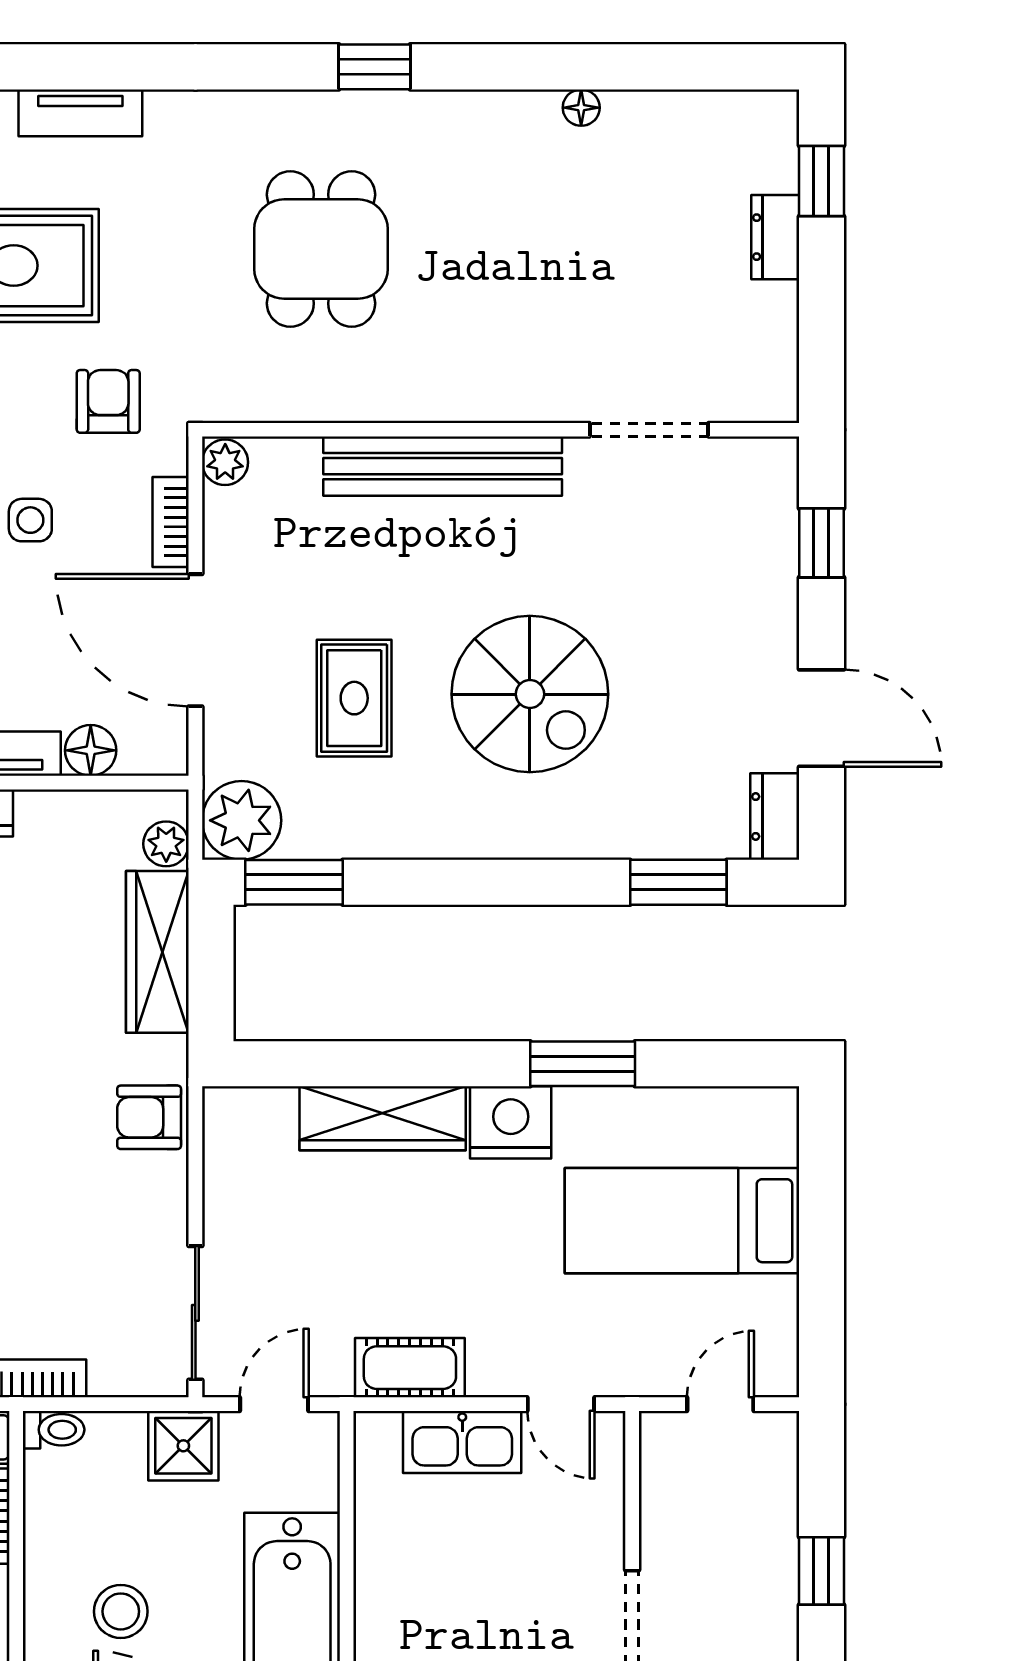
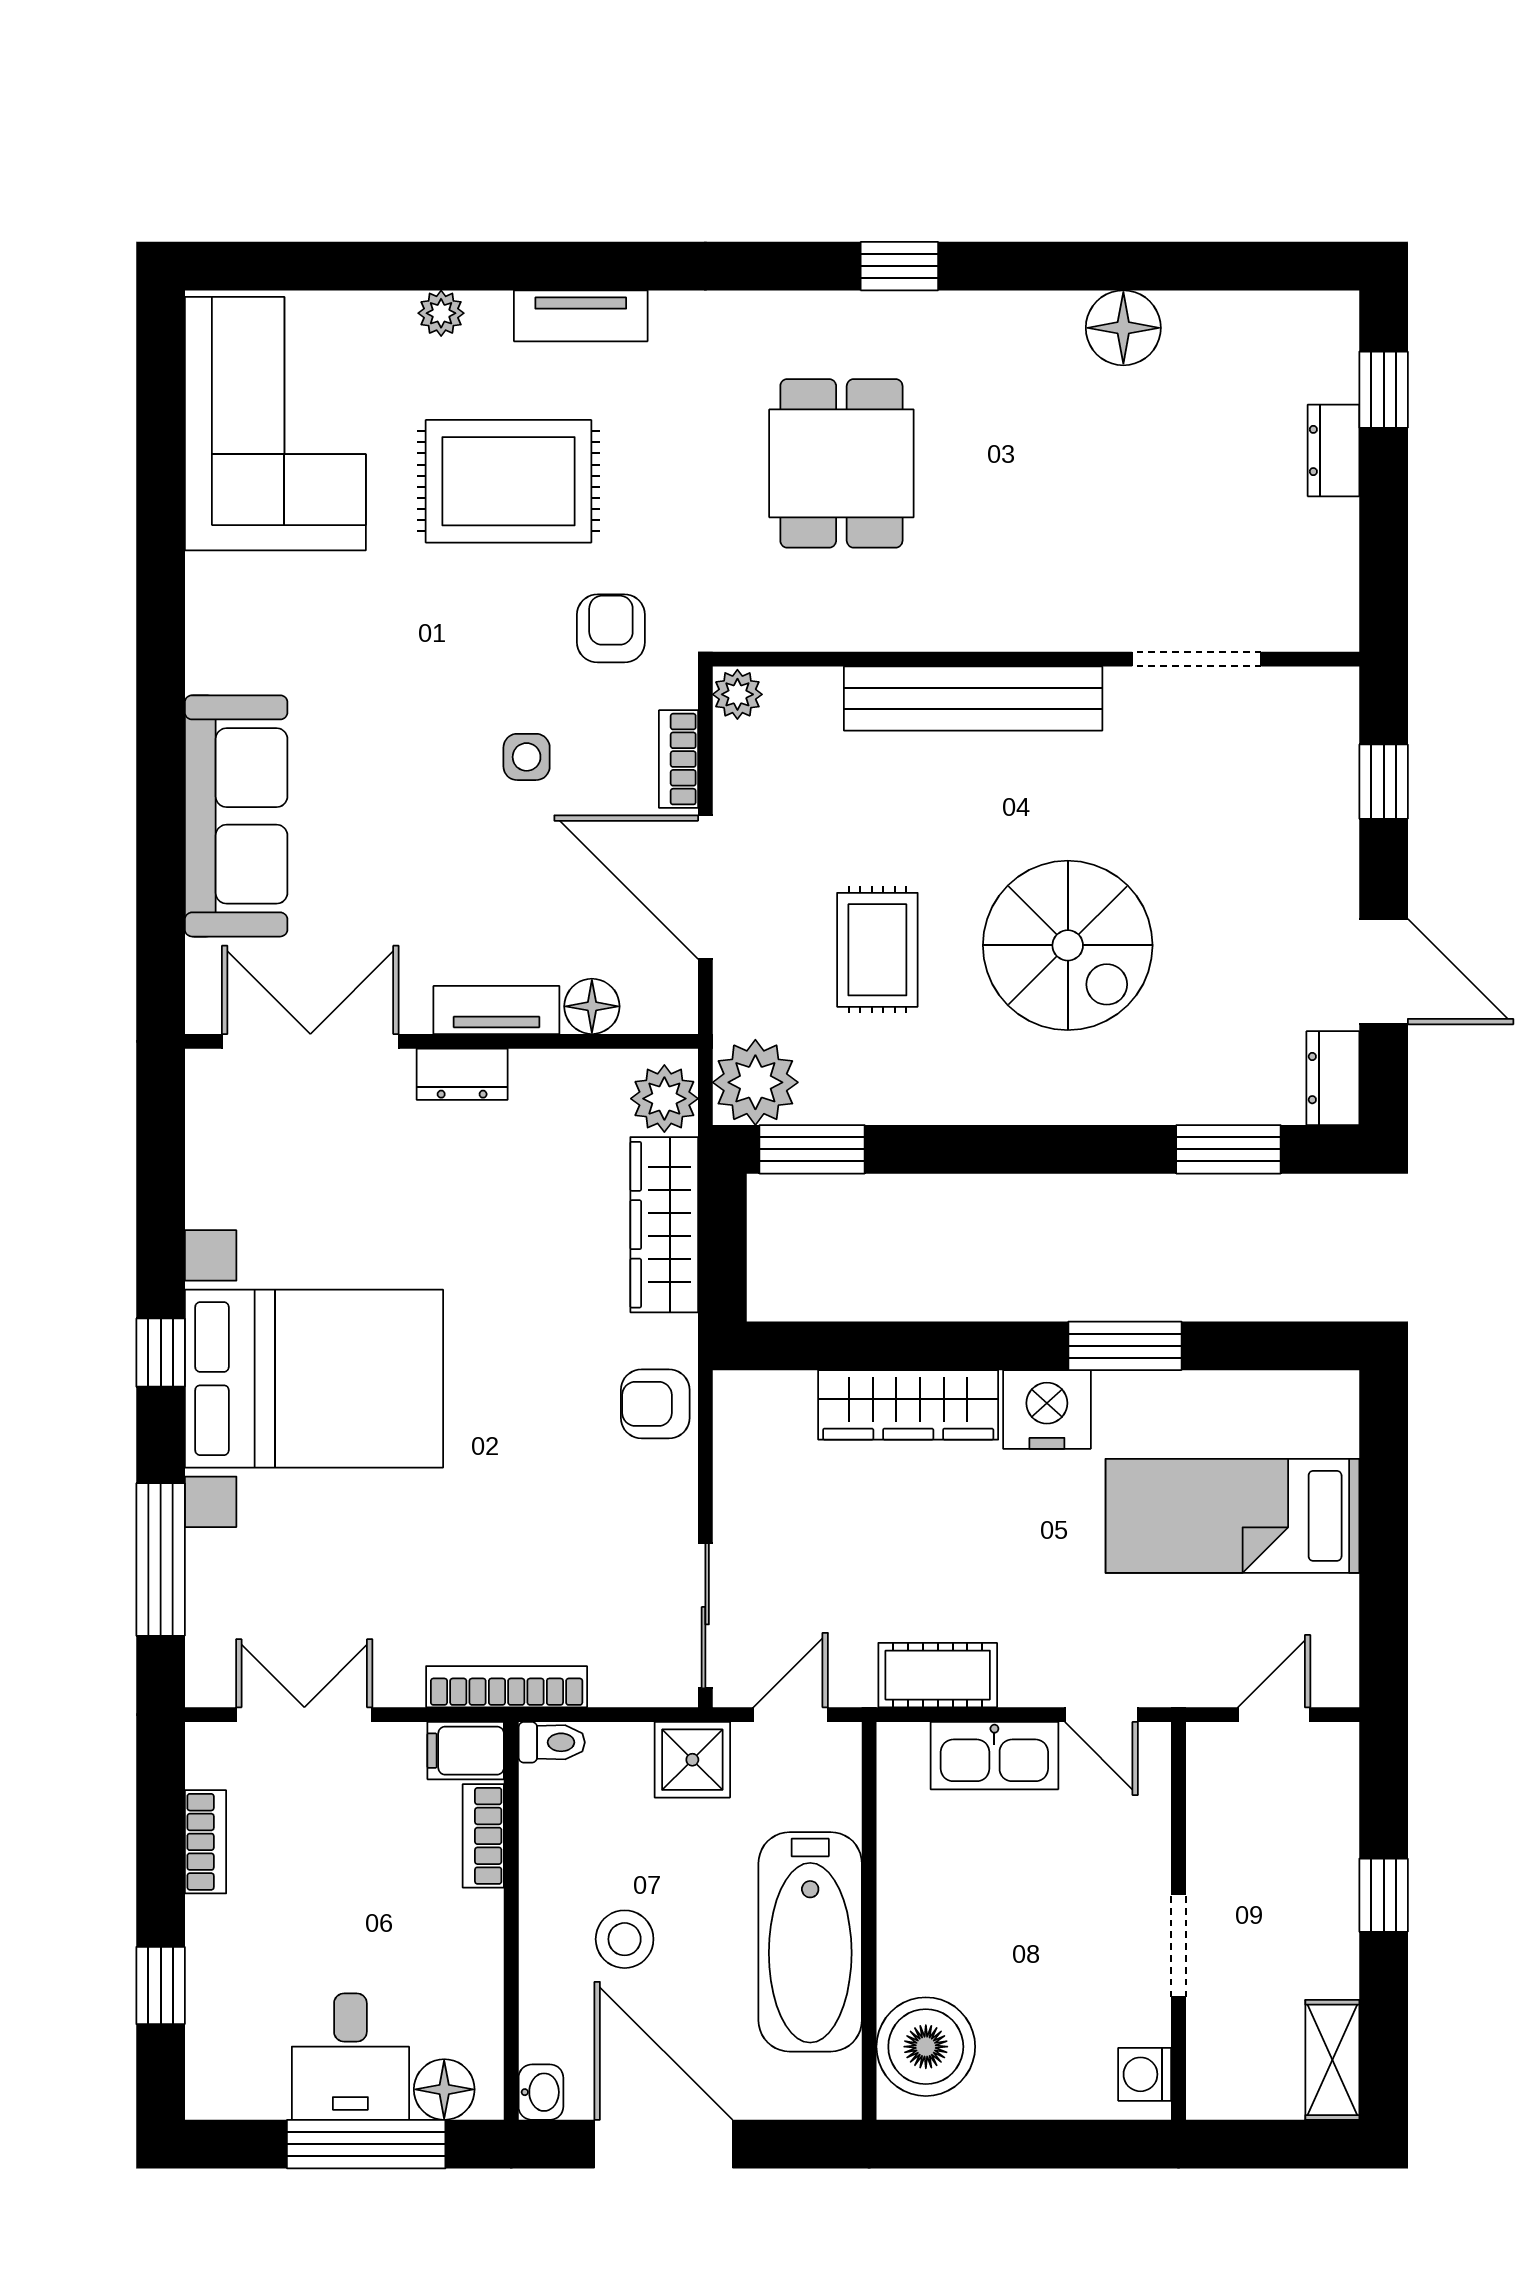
floor lamp: (581, 108) -> (1123, 328), width x1.89, depth x1.89
plant: (166, 844) -> (664, 1099), width x1.38, depth x1.38

